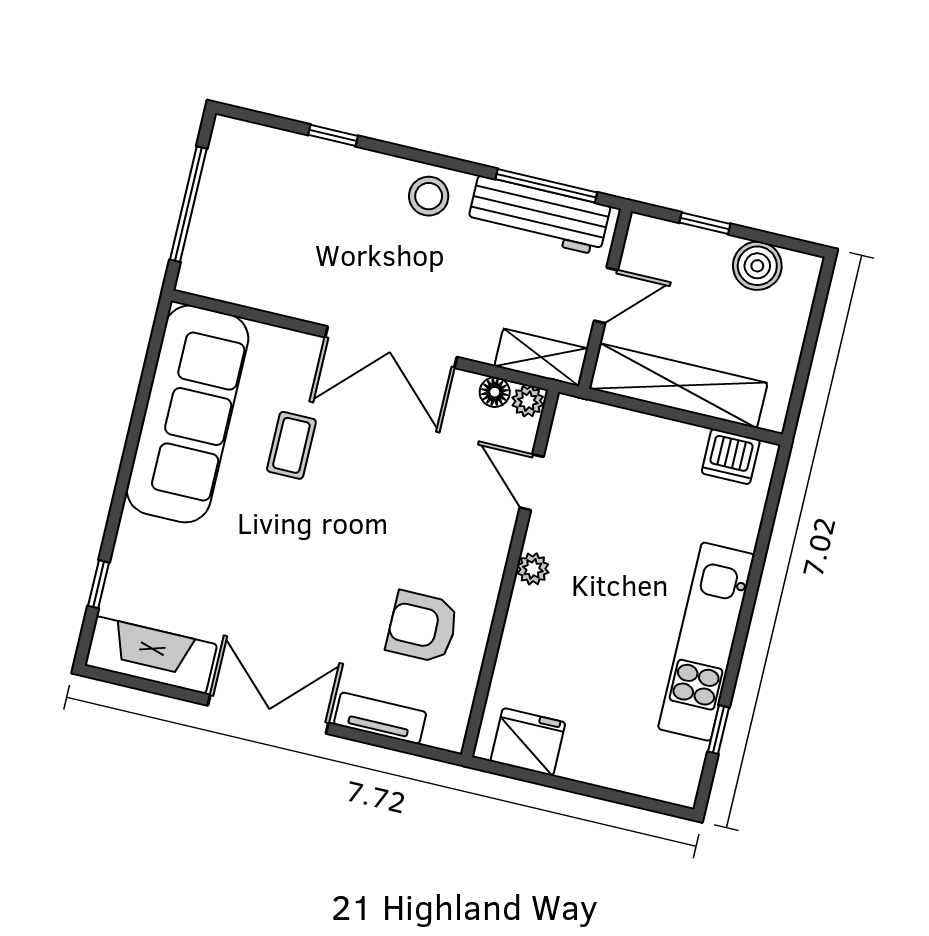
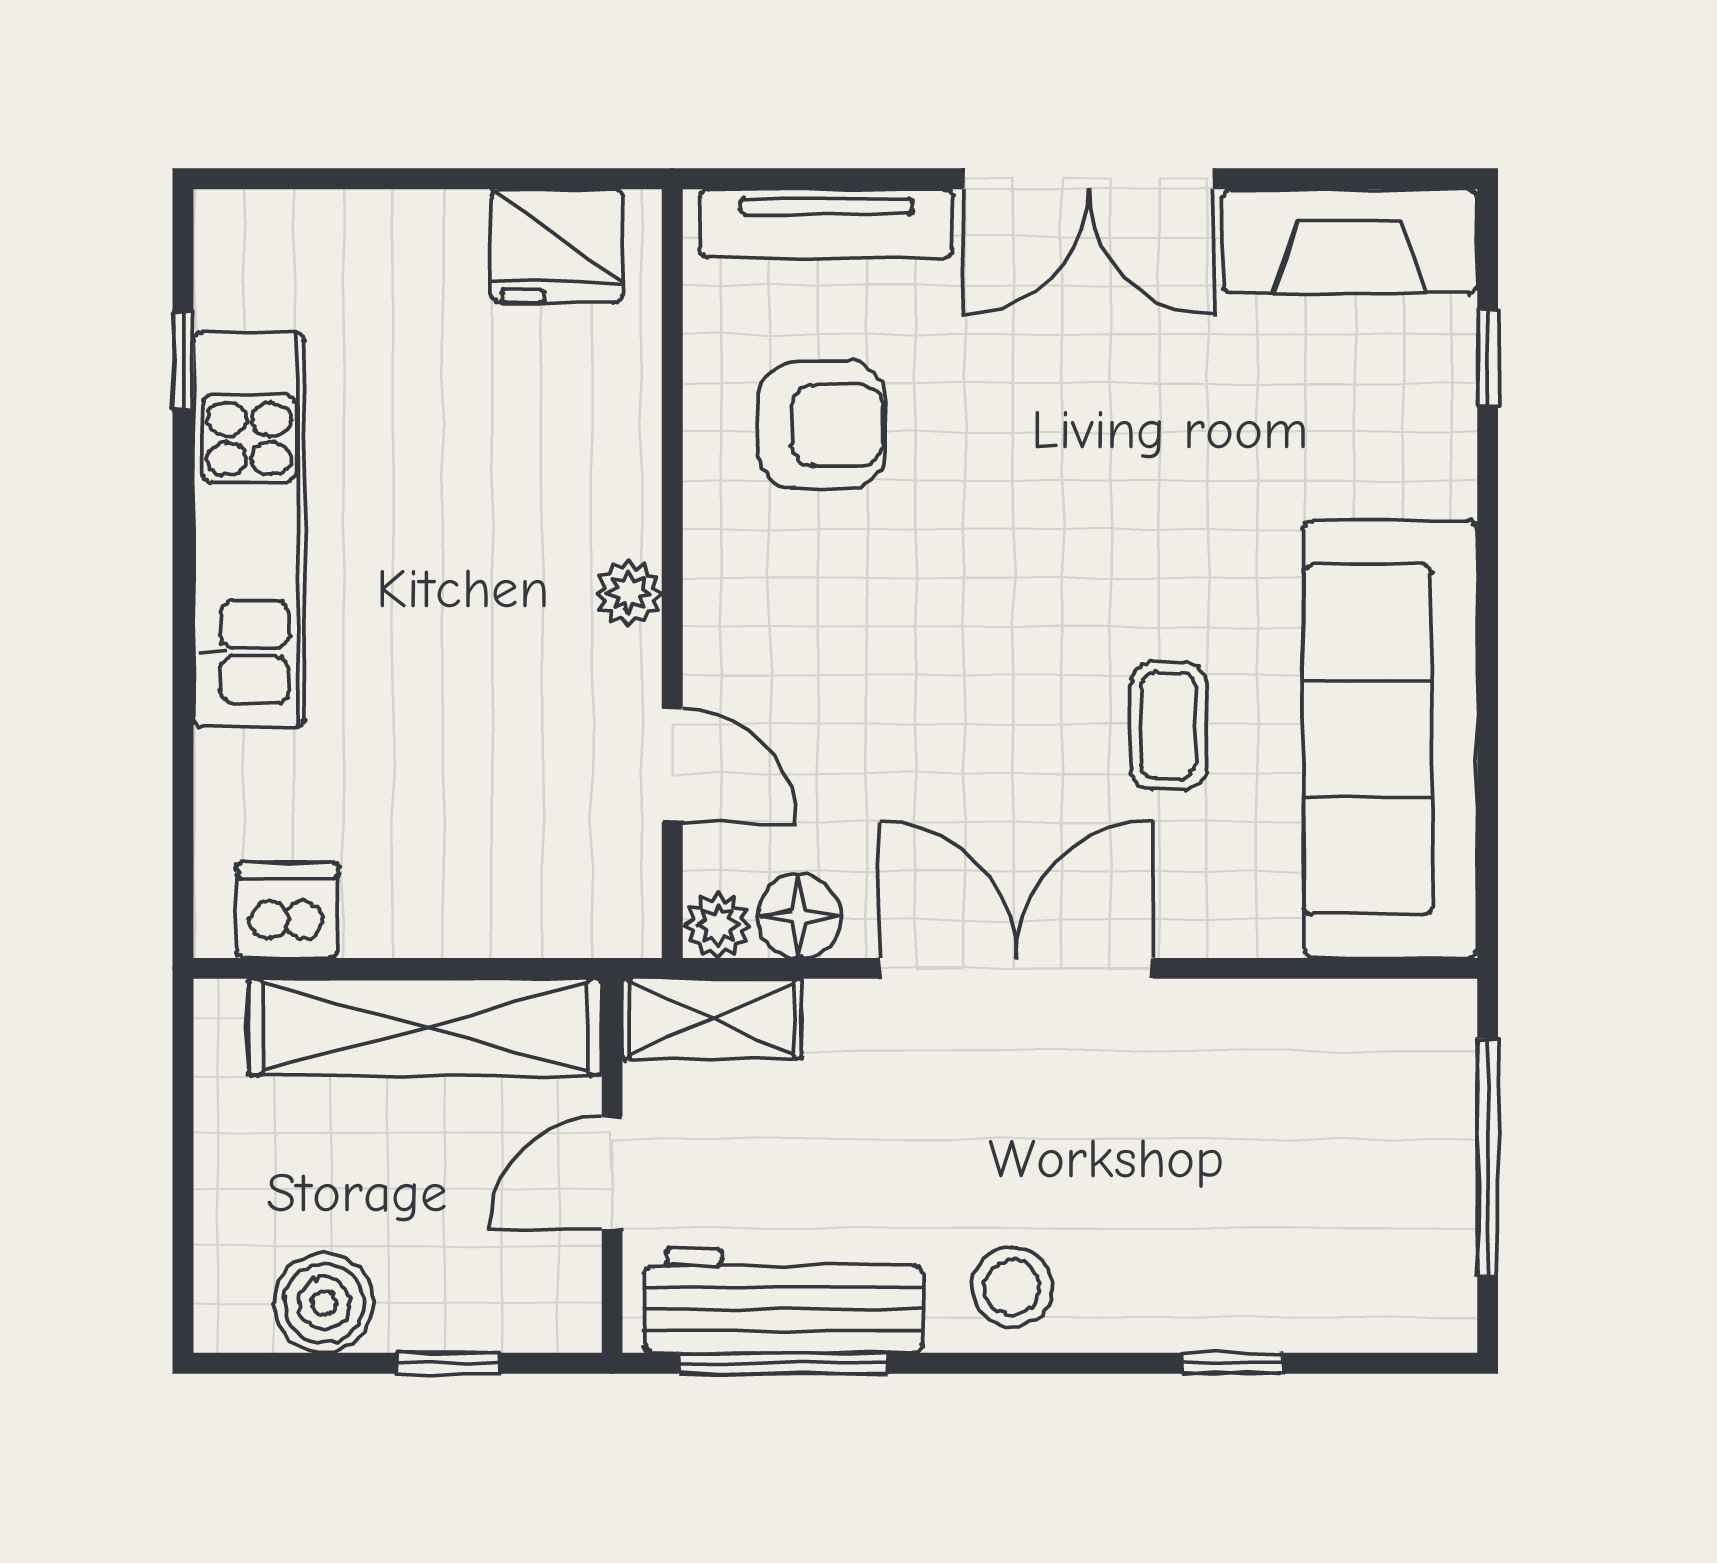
floor lamp: (495, 392) -> (799, 916), width x1.37, depth x1.37
tv unit: (380, 718) -> (826, 223), width x1.41

